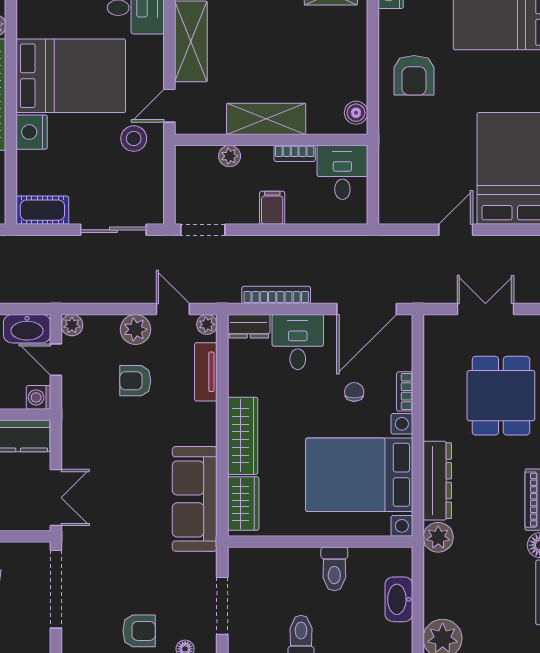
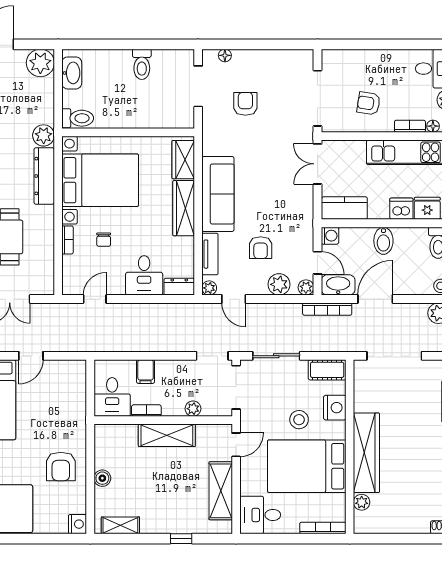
armchair: (414, 75) -> (61, 467), turned 180
boiler: (356, 113) -> (102, 478), moved
nightstand: (32, 132) -> (335, 408), moved
stool: (134, 139) -> (299, 420), moved
doorway: (169, 186) -> (236, 387), added
filing cabinet: (272, 208) -> (146, 372), moved
bookcase: (276, 295) -> (327, 309), moved
door: (367, 309) -> (95, 299), width x0.53
plant: (136, 329) -> (279, 284), moved
armchair: (135, 381) -> (261, 248), turned 90
sofa: (195, 499) -> (218, 194), moved
toilet: (334, 569) -> (78, 118), moved, turned 90
washbasin: (399, 599) -> (72, 73), moved
armchair: (139, 631) -> (245, 104), moved, turned 90

